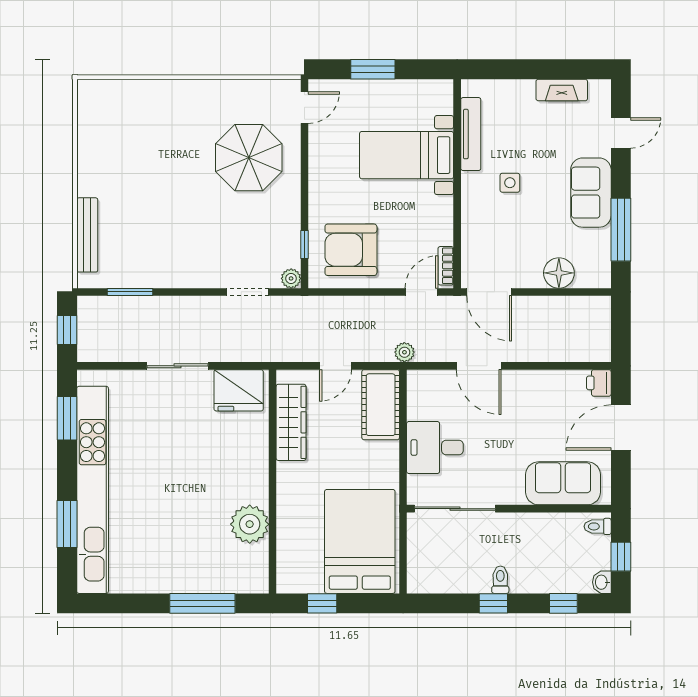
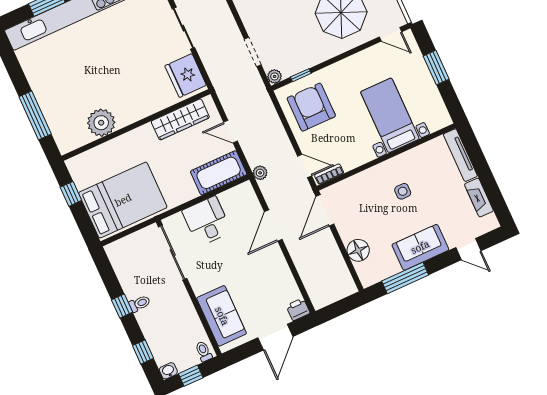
tv unit: (471, 134) -> (460, 155), moved, turned 90
door: (621, 428) -> (275, 337), swing flipped

